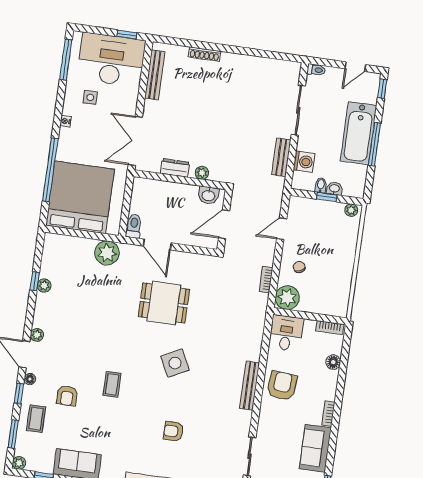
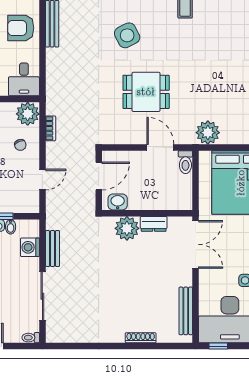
plant: (202, 173) -> (127, 228), width x1.88, depth x1.88
armchair: (282, 386) -> (21, 28), turned 85

